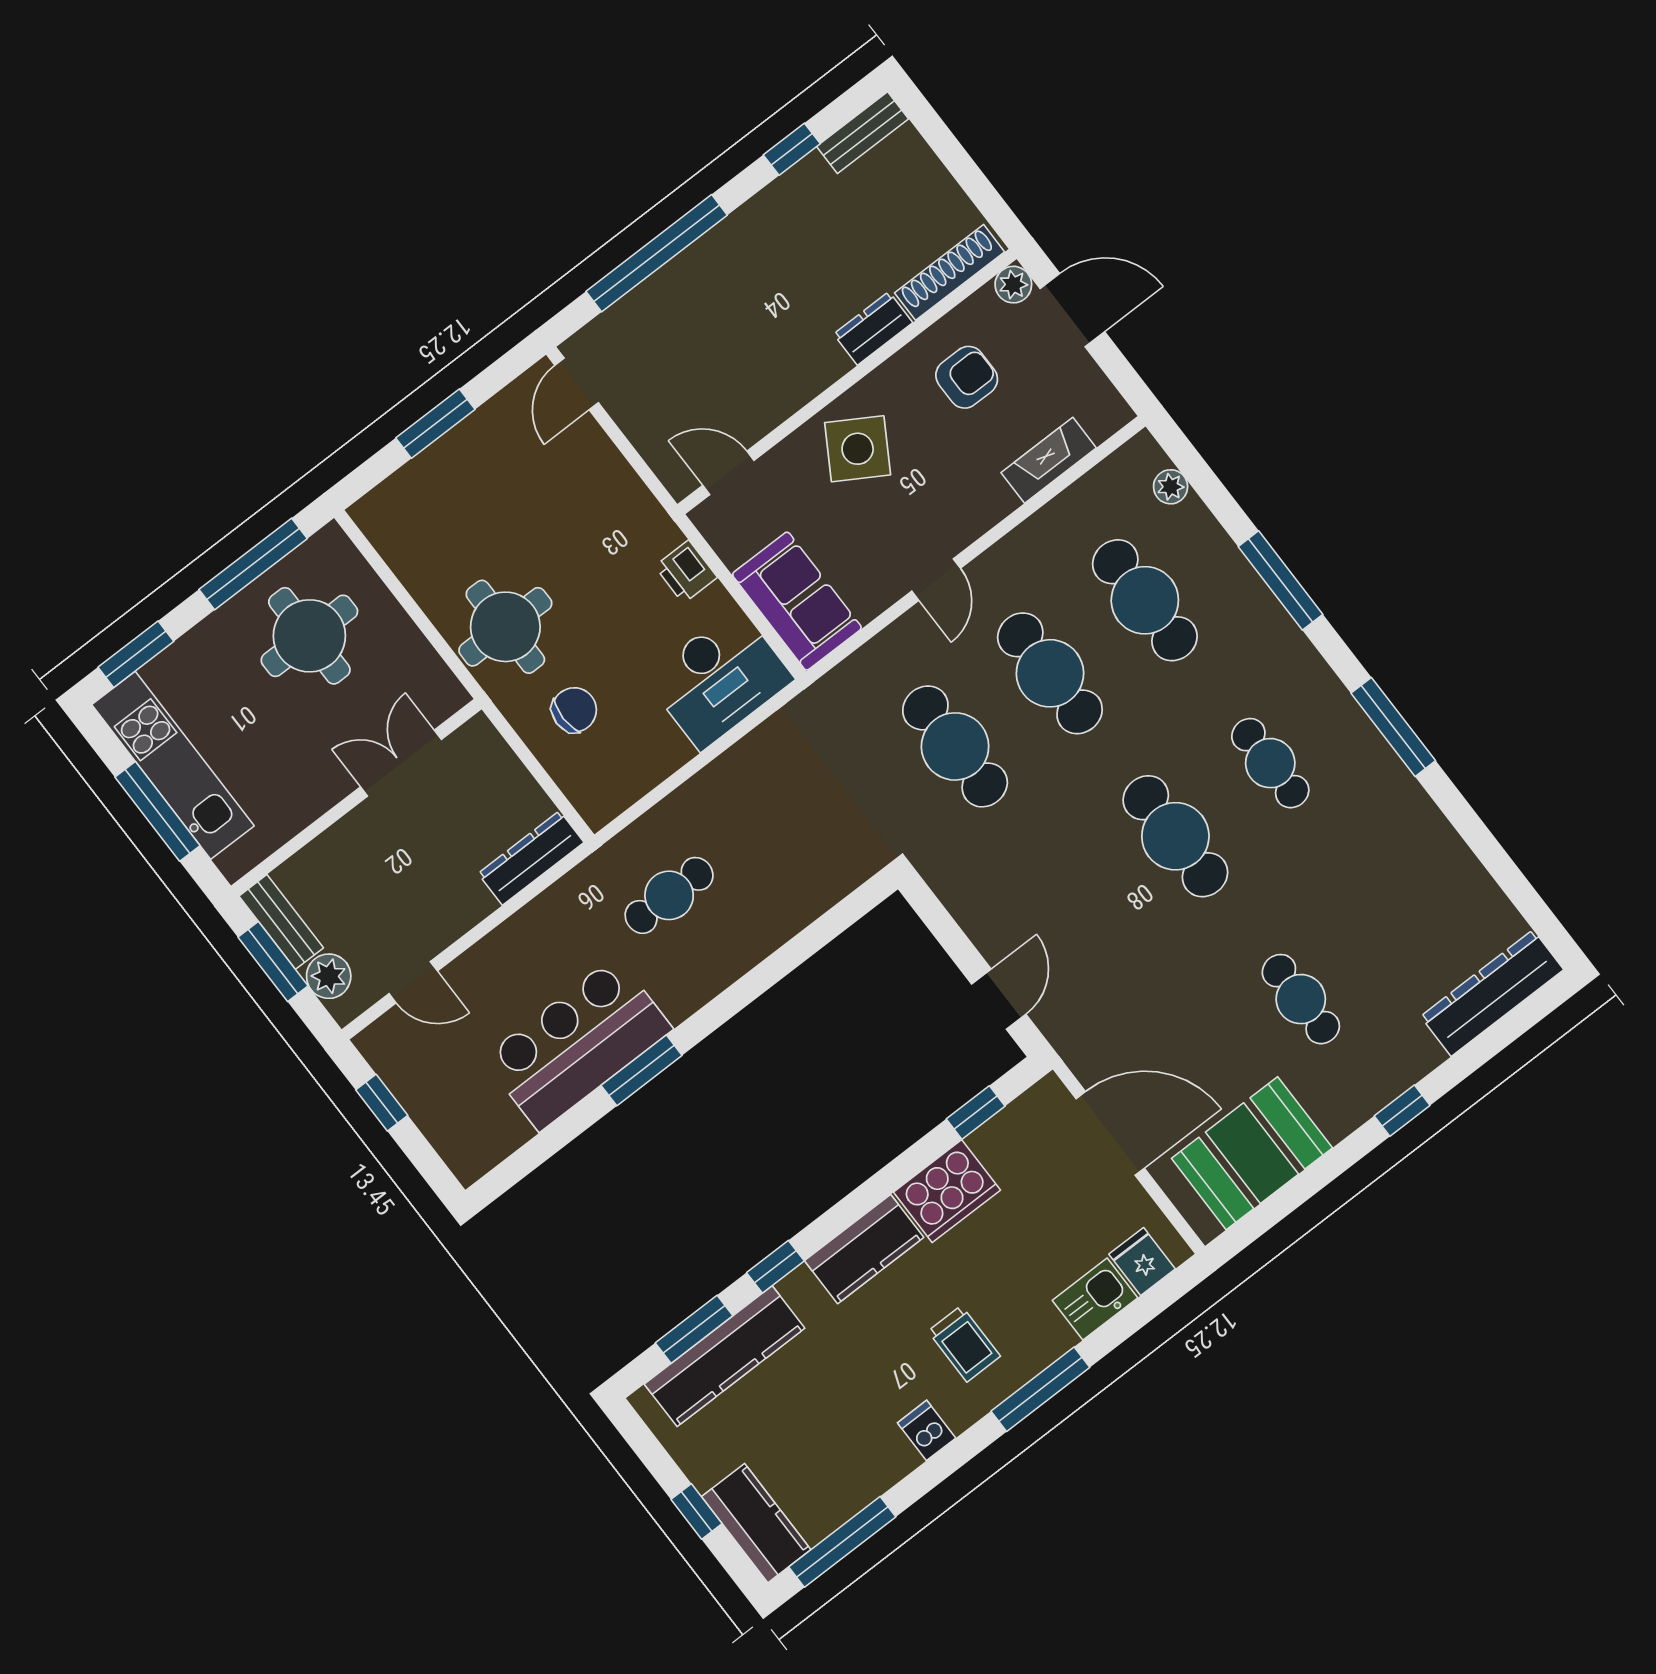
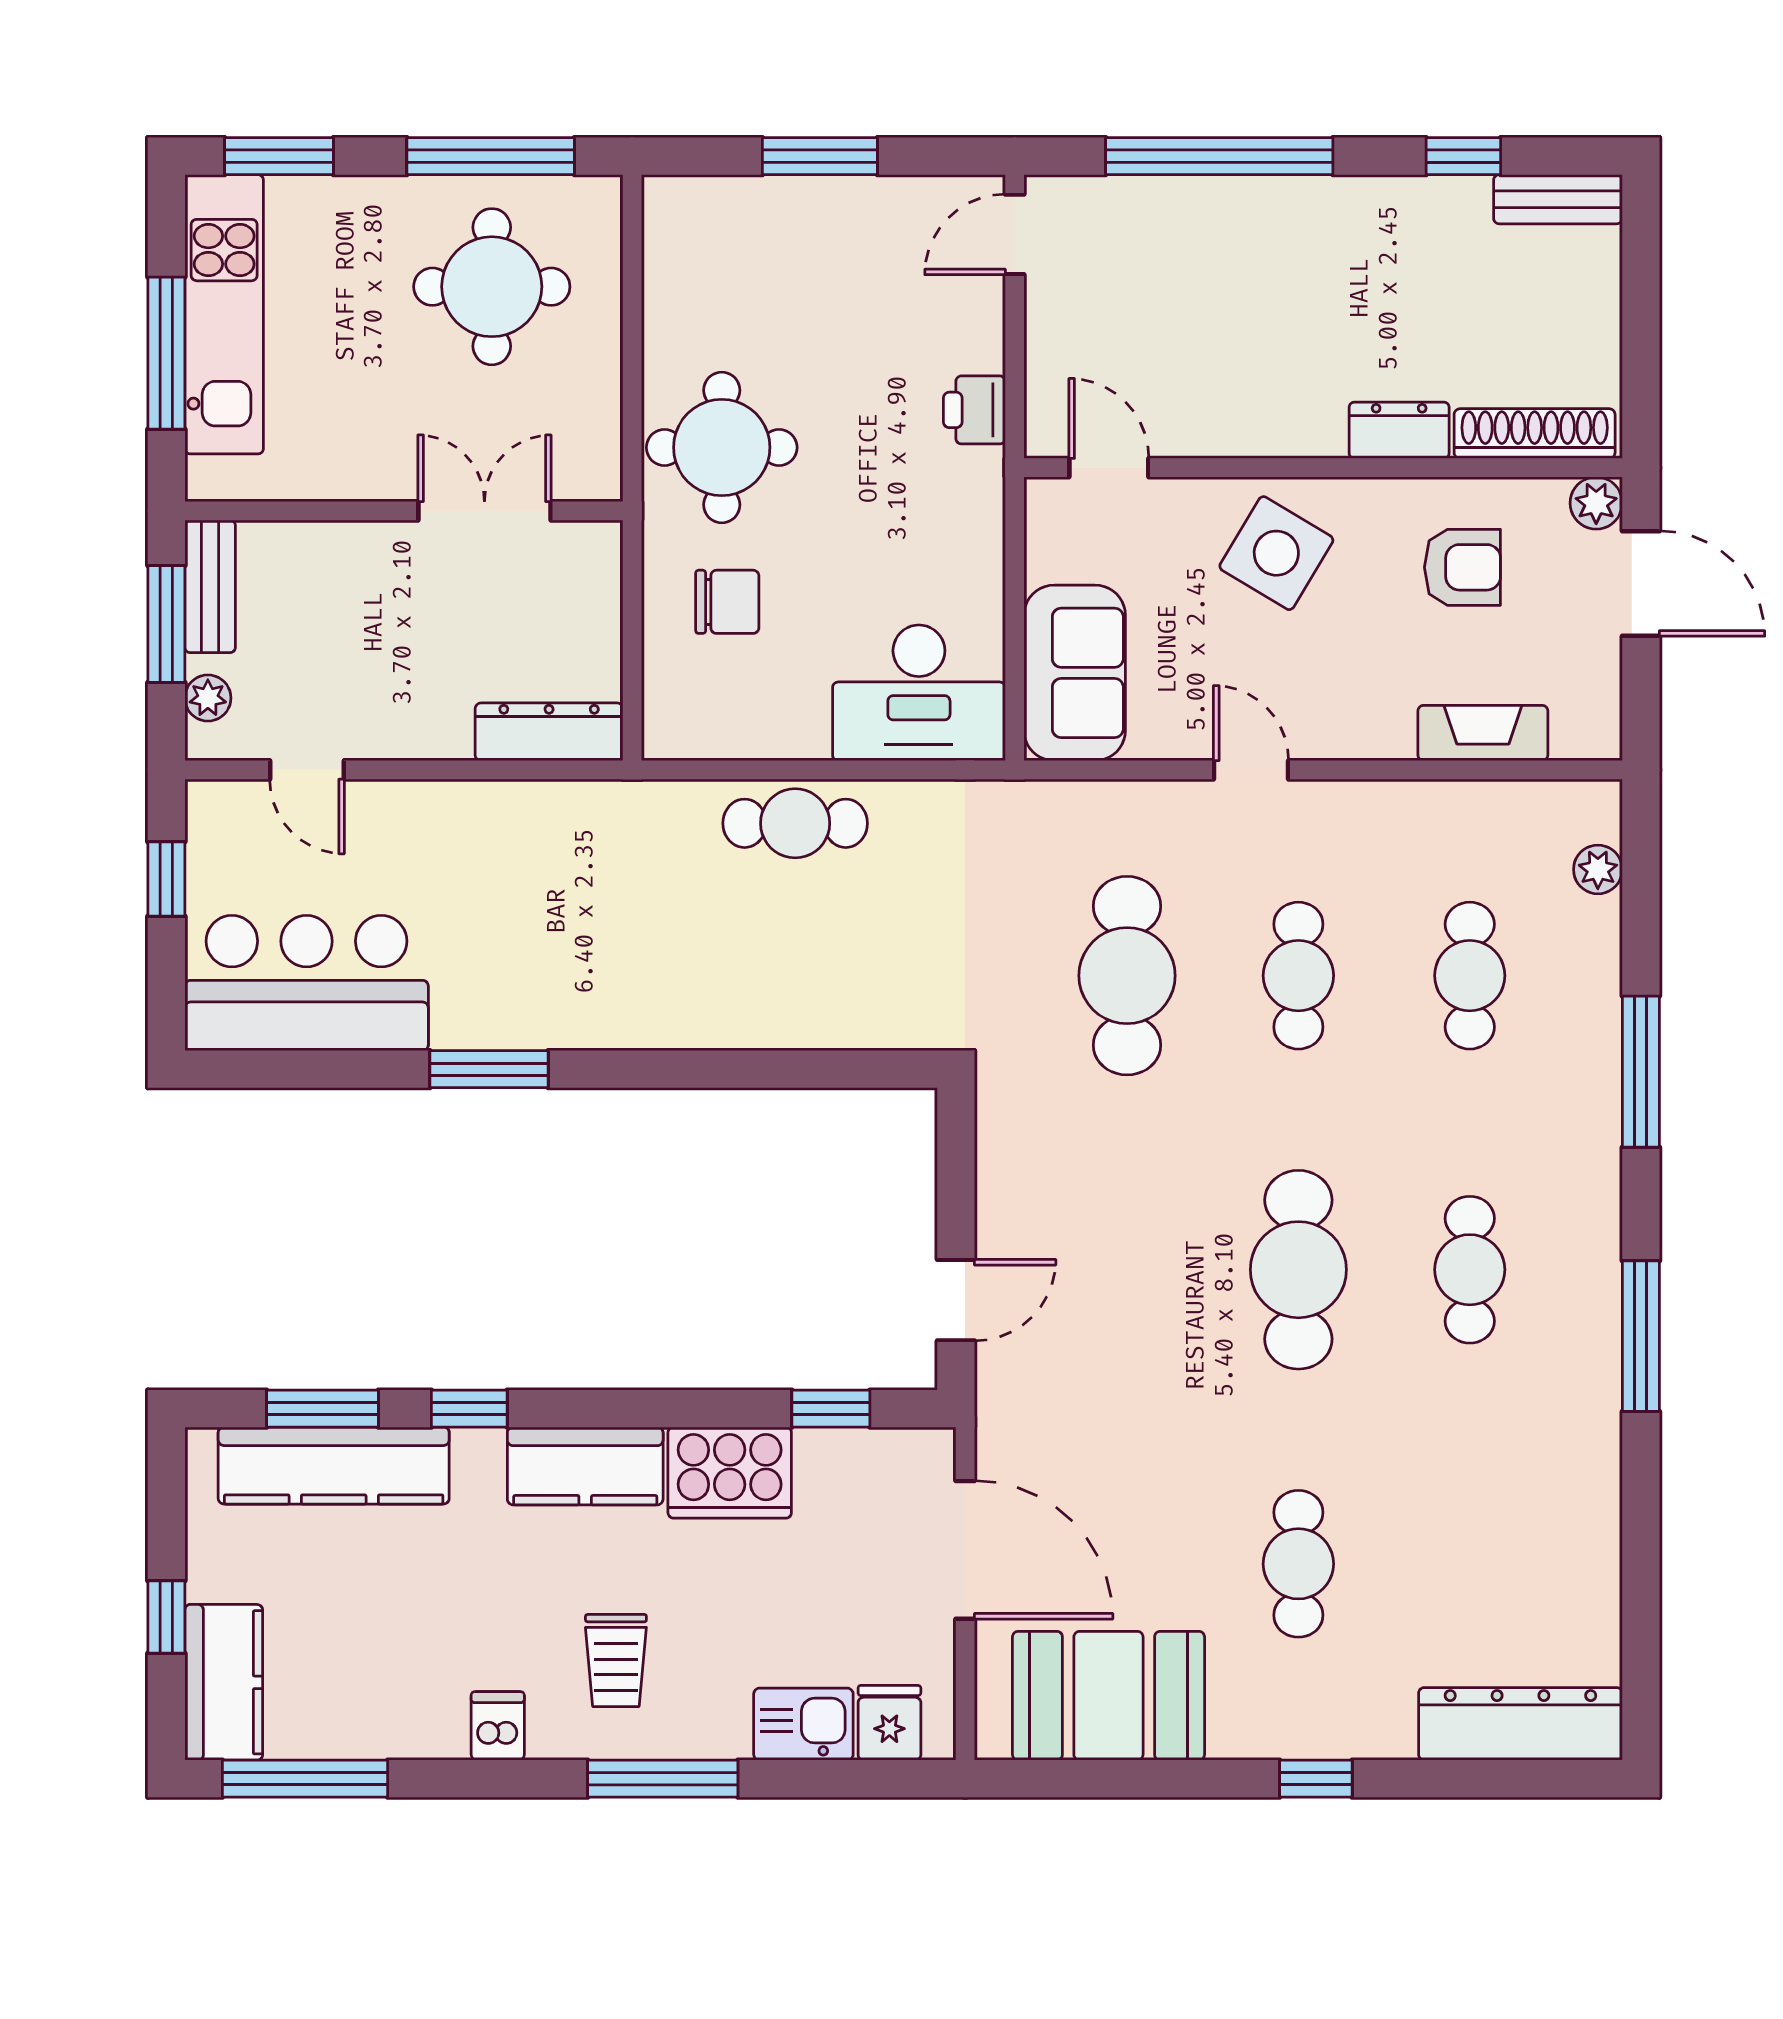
printer: (686, 572) -> (974, 410), moved
door: (936, 580) -> (1251, 770), swing flipped
cafe table: (1145, 600) -> (1470, 976), width x0.73, depth x0.74
cafe table: (1050, 673) -> (1298, 976), width x0.73, depth x0.74
cafe table: (669, 895) -> (795, 823), moved
plant: (329, 976) -> (208, 698), width x0.73, depth x0.73
bar counter: (578, 1044) -> (307, 983), moved

